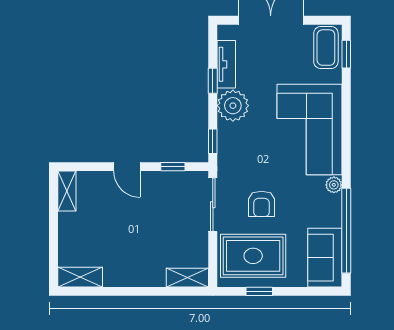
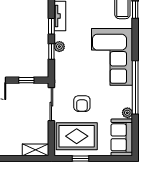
plant: (233, 106) -> (59, 47), width x0.53, depth x0.53
window: (213, 141) -> (51, 51), moved
plant: (334, 185) -> (127, 113), moved
window: (346, 231) -> (135, 87), moved

